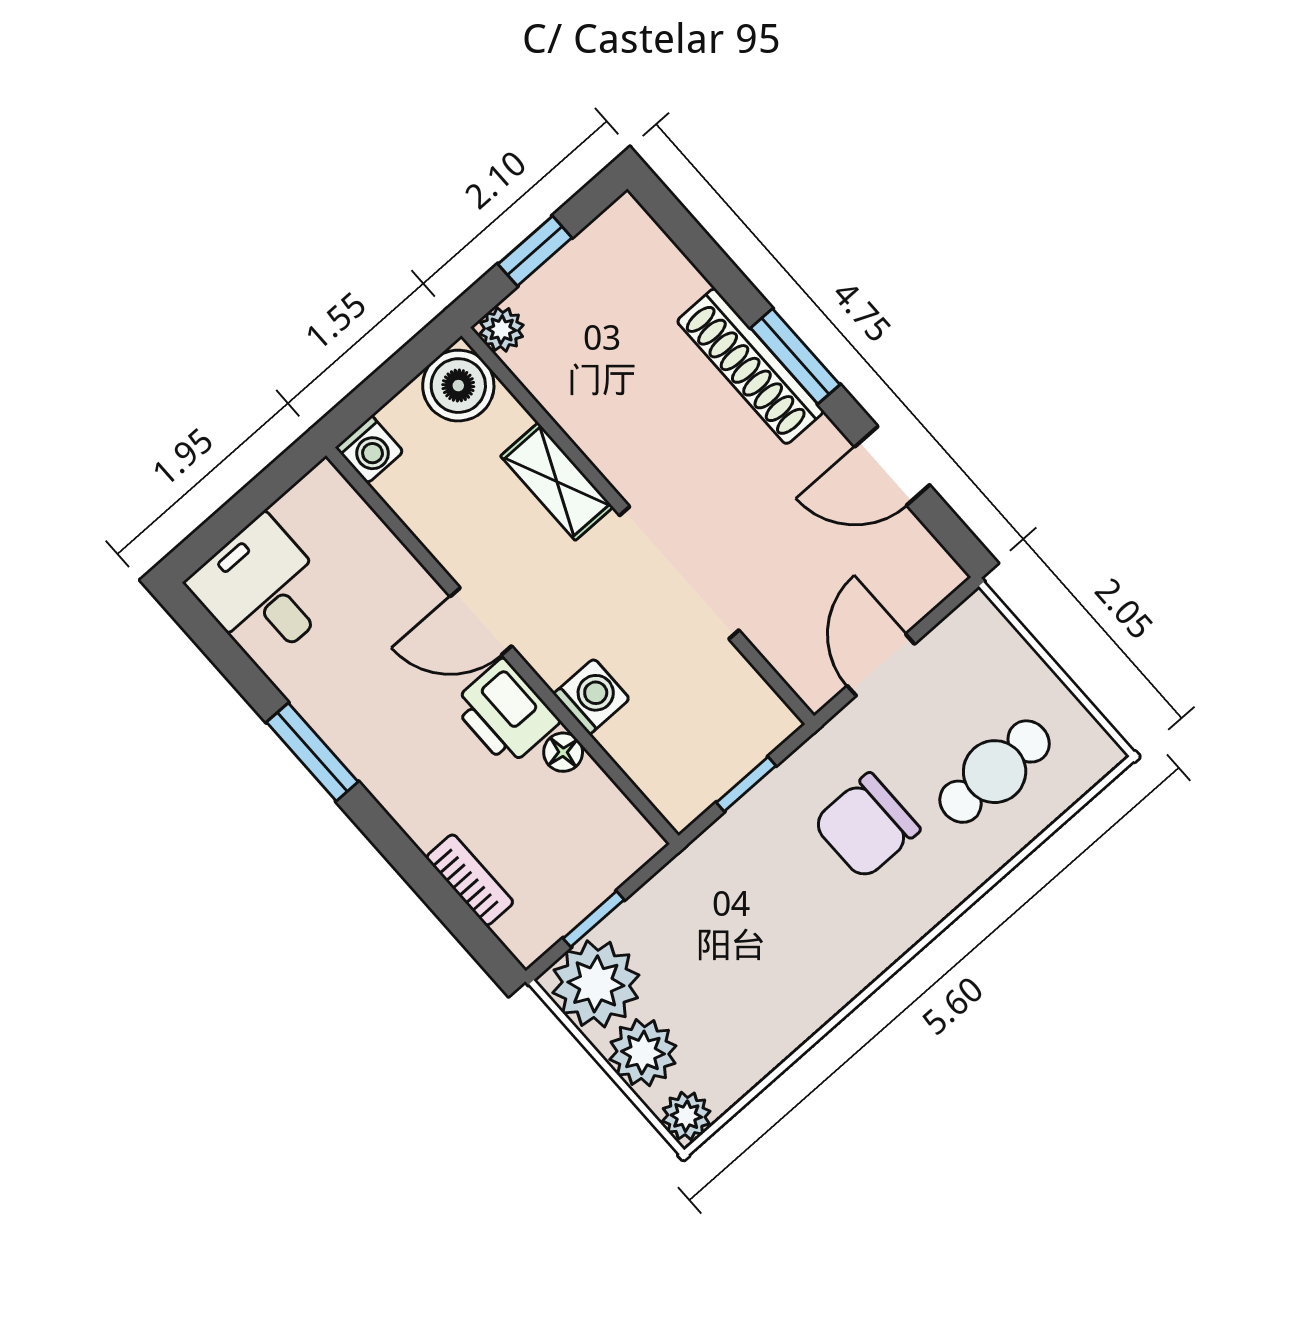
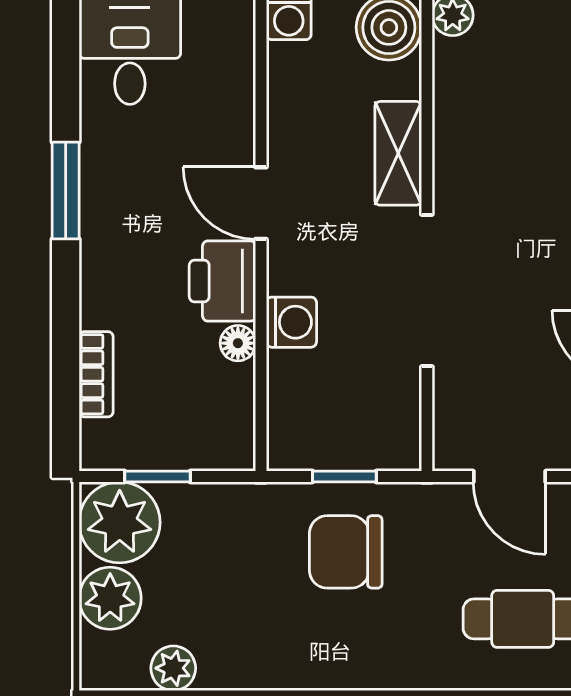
door: (881, 665) -> (509, 476), swing flipped
chair: (866, 826) -> (346, 552), moved
plant: (686, 1116) -> (173, 668), moved

